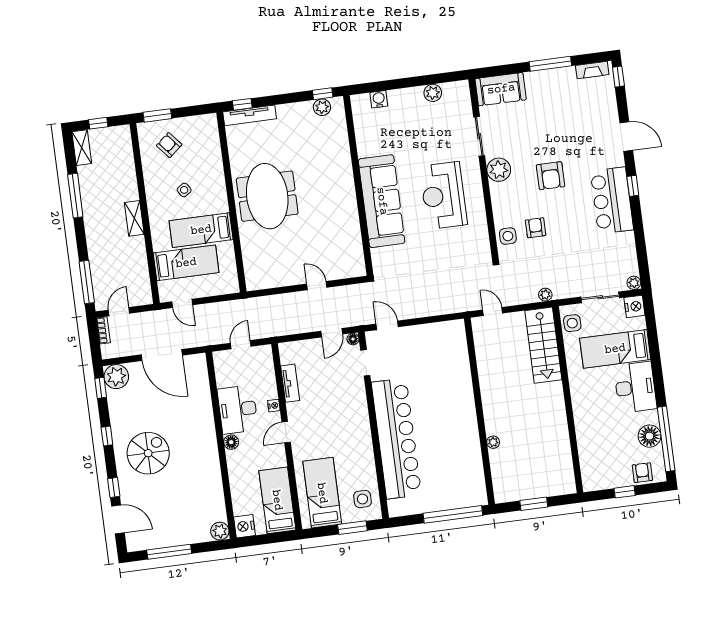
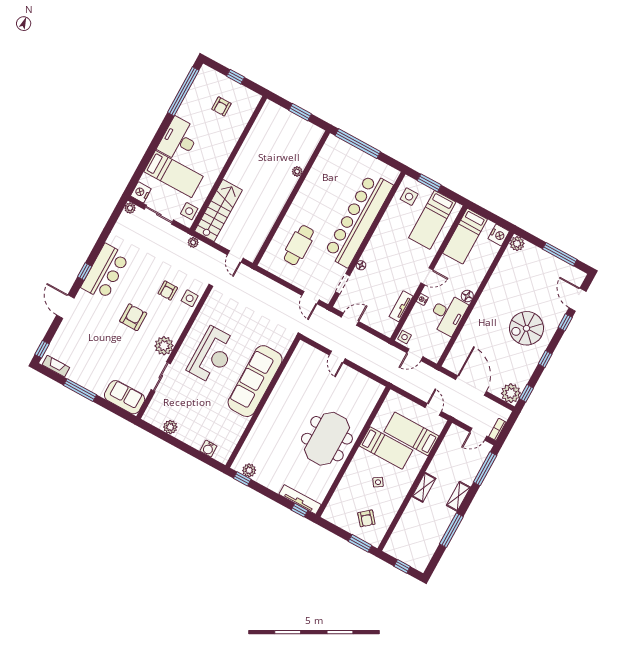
shelving: (82, 148) -> (458, 496), moved
floor lamp: (353, 339) -> (361, 265), moved
side table: (264, 355) -> (405, 337), added
cafe table: (437, 369) -> (299, 245), added
floor lamp: (649, 436) -> (193, 101), removed
armchair: (642, 473) -> (221, 106), moved

